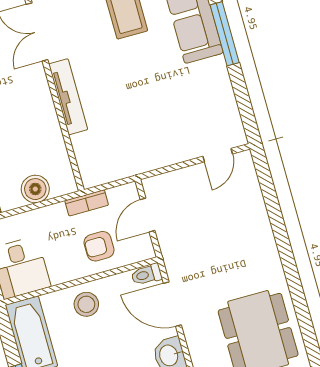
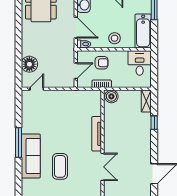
boiler: (35, 189) -> (111, 96), moved
floor lamp: (247, 202) -> (29, 64), added

